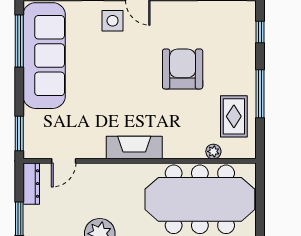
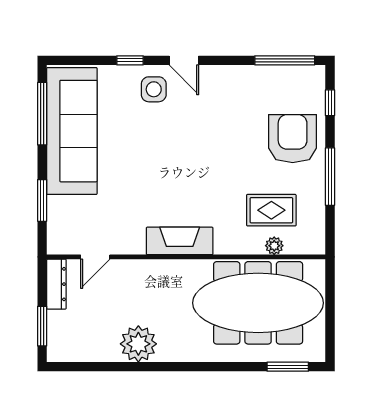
armchair: (183, 69) -> (293, 139), moved
rug: (234, 116) -> (271, 210), moved, turned 90
window: (19, 134) -> (42, 200), moved

